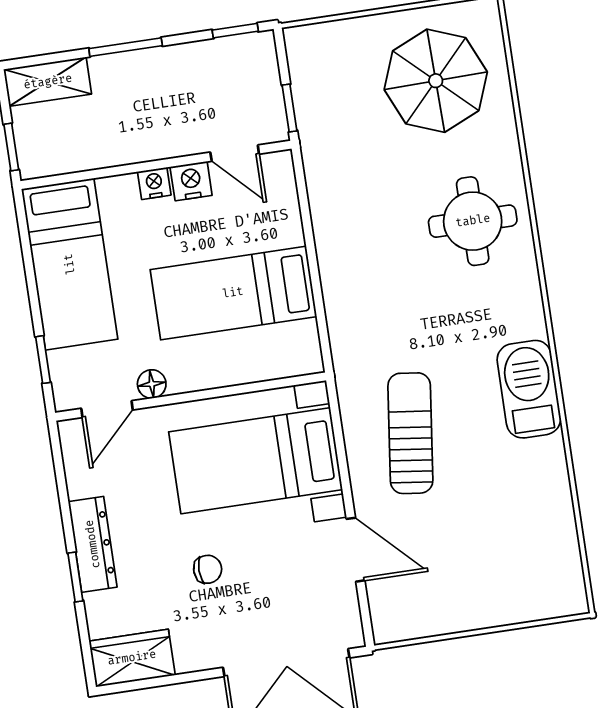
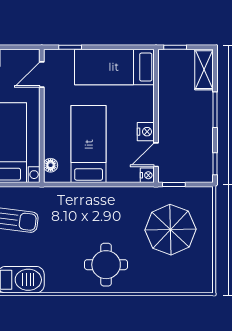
parasol: (436, 81) -> (170, 230), moved
nightstand: (154, 183) -> (147, 175), moved
floor lamp: (152, 384) -> (51, 165), moved
door: (107, 409) -> (42, 75), hinge flipped

